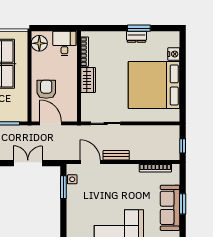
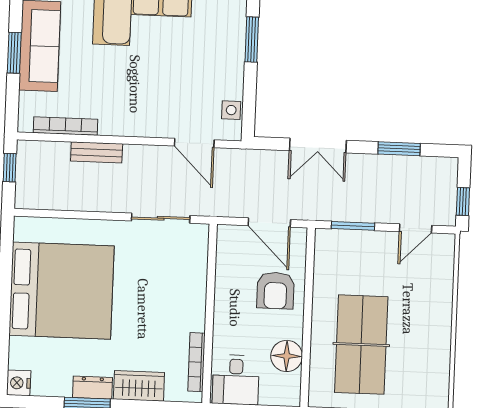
floor lamp: (39, 43) -> (287, 356), moved
nightstand: (174, 54) -> (19, 383), moved
wardrobe: (88, 80) -> (139, 386), moved, turned 90
bench: (116, 155) -> (97, 152), moved
window: (63, 187) -> (252, 40), moved

